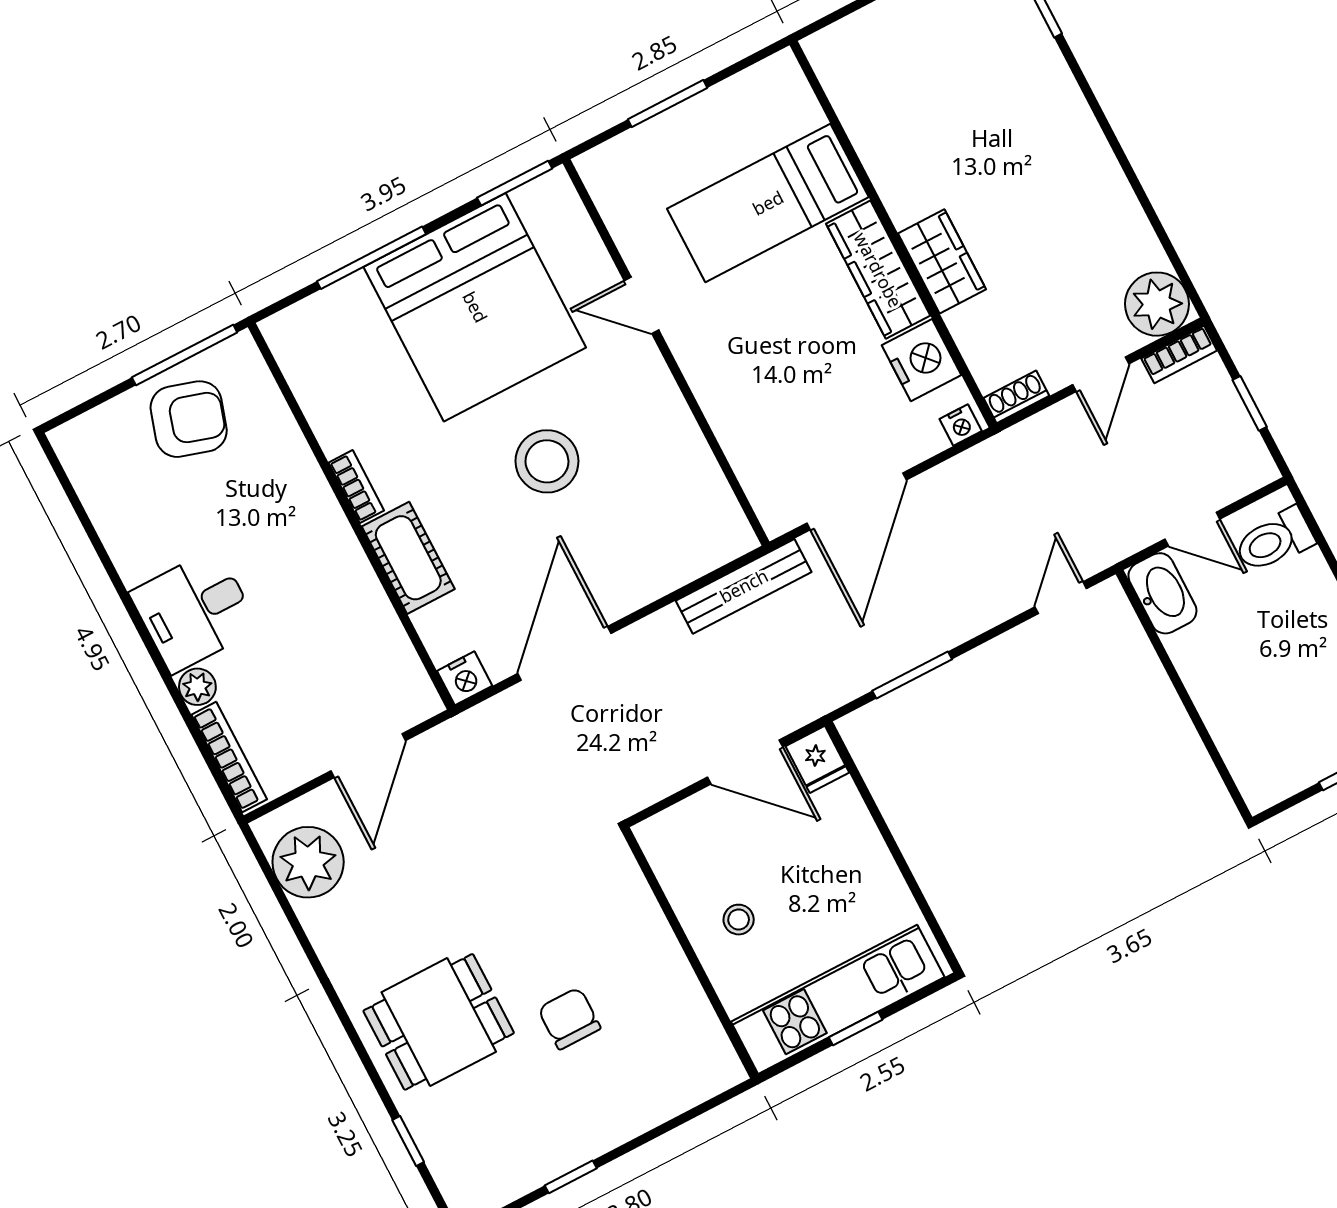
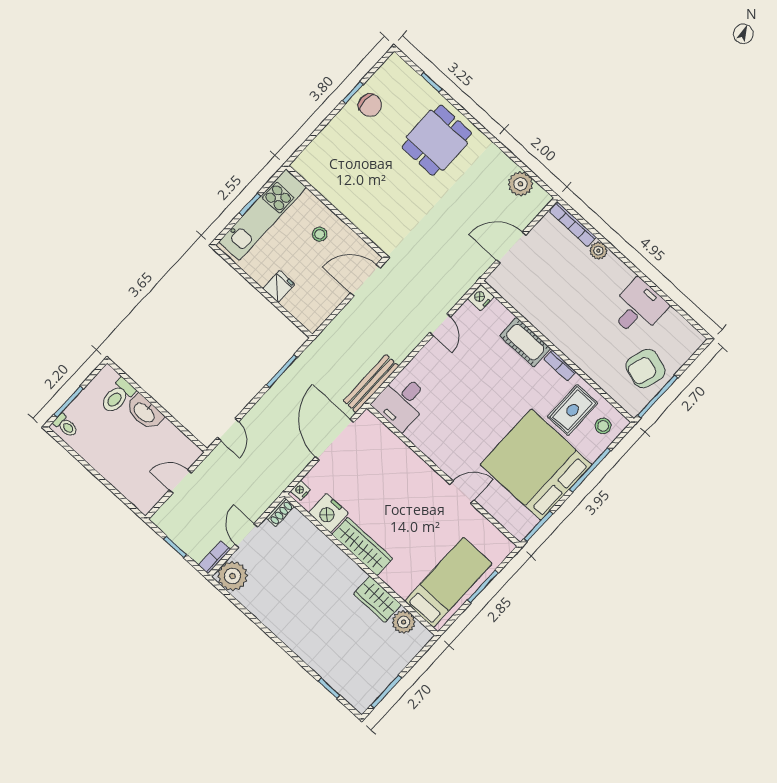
plant: (851, 90) -> (404, 622), added
bed: (768, 203) -> (448, 582), moved
wardrobe: (942, 261) -> (377, 599), moved
rug: (363, 389) -> (573, 410), added
stool: (547, 461) -> (603, 426), moved, width x0.53, depth x0.53
desk: (697, 528) -> (401, 402), added
toilet: (1274, 540) -> (118, 396), moved, turned 180
washbasin: (1162, 593) -> (144, 412), moved
desk: (194, 611) -> (638, 308), moved
door: (564, 653) -> (440, 325), width x0.53
door: (368, 756) -> (511, 247), hinge flipped
fridge: (817, 759) -> (279, 286), moved, turned 90
door: (745, 762) -> (365, 280), moved
plant: (308, 862) -> (520, 184), width x0.73, depth x0.73
chair: (569, 1018) -> (370, 105), moved

